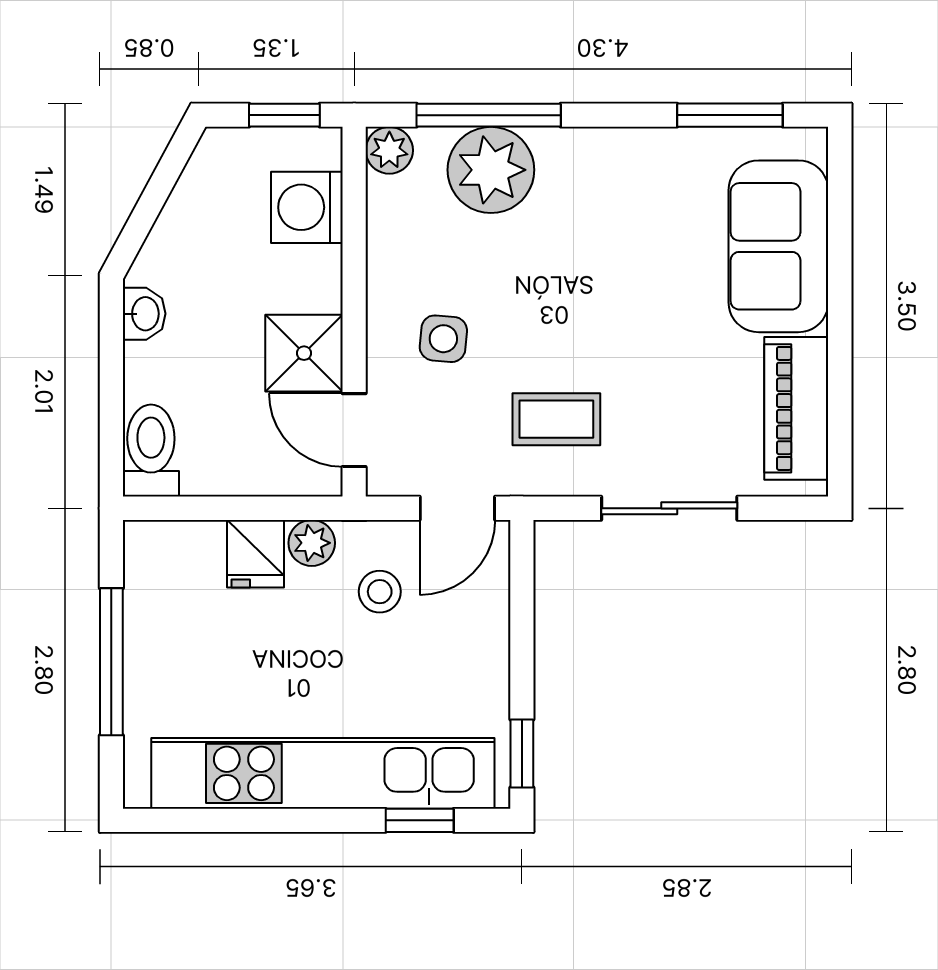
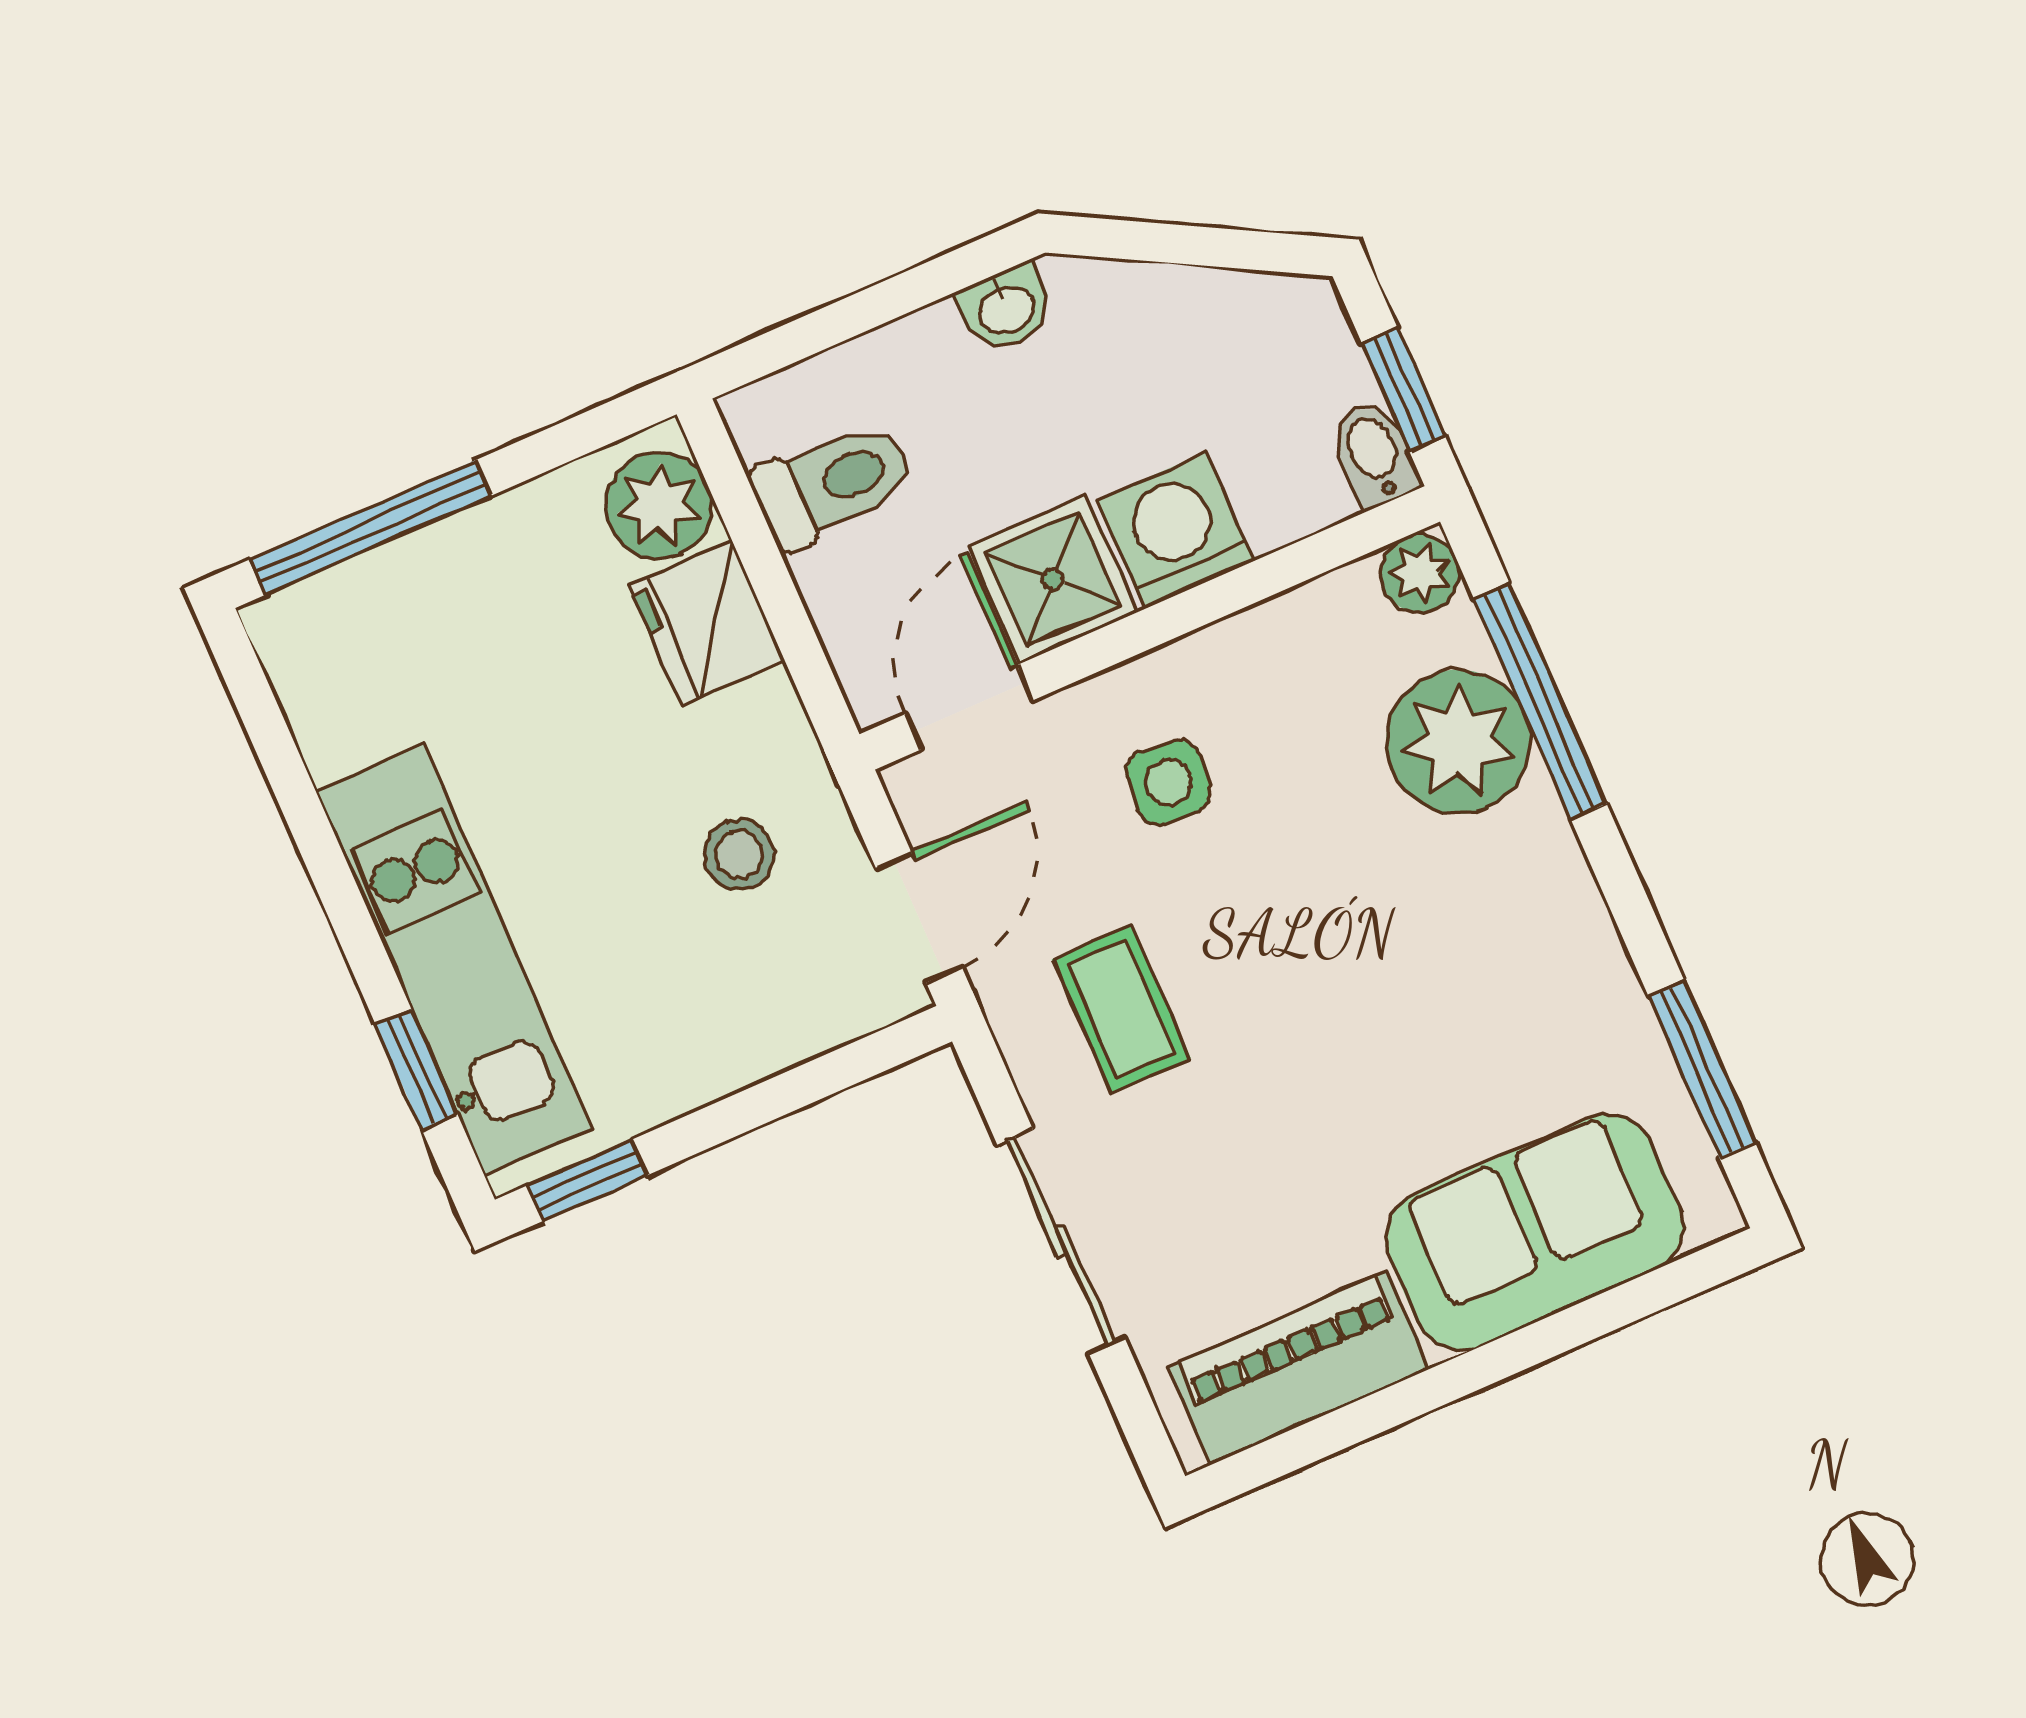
bidet: (313, 147) -> (1374, 454), added
washing machine: (307, 207) -> (1175, 530), moved
toilet: (151, 451) -> (833, 484), moved
door: (457, 508) -> (919, 917), swing flipped
plant: (312, 543) -> (659, 506), moved, width x1.38, depth x1.38
fridge: (256, 554) -> (707, 623), width x1.38
window: (111, 662) -> (370, 528), moved
kitchen unit: (323, 773) -> (454, 960), width x0.73

